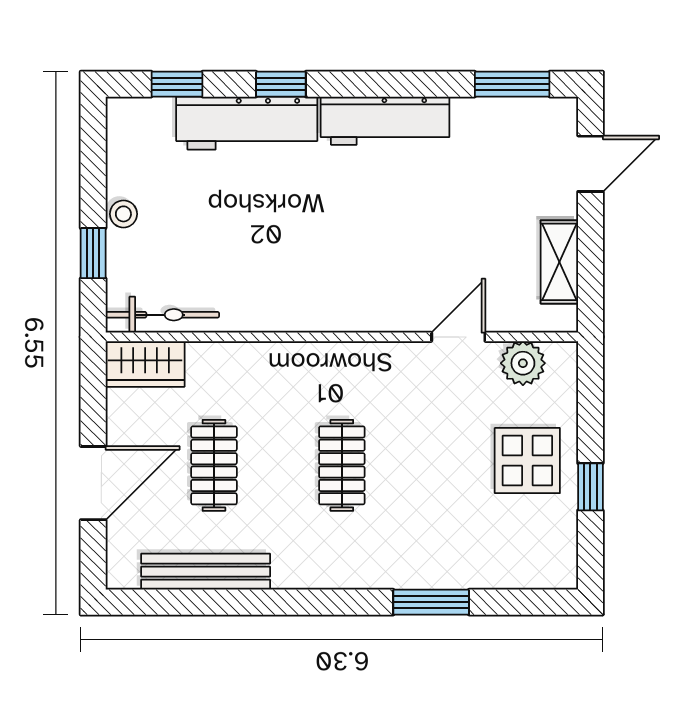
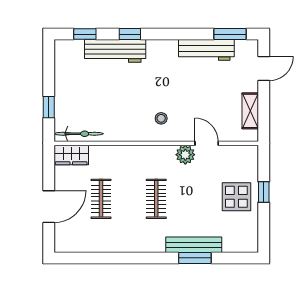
workbench: (385, 121) -> (206, 50), moved
stool: (123, 214) -> (161, 118), moved
door: (458, 337) -> (207, 143), hinge flipped
plant: (523, 363) -> (185, 155), moved
window: (590, 487) -> (264, 192), moved
bench: (206, 572) -> (194, 245), moved

